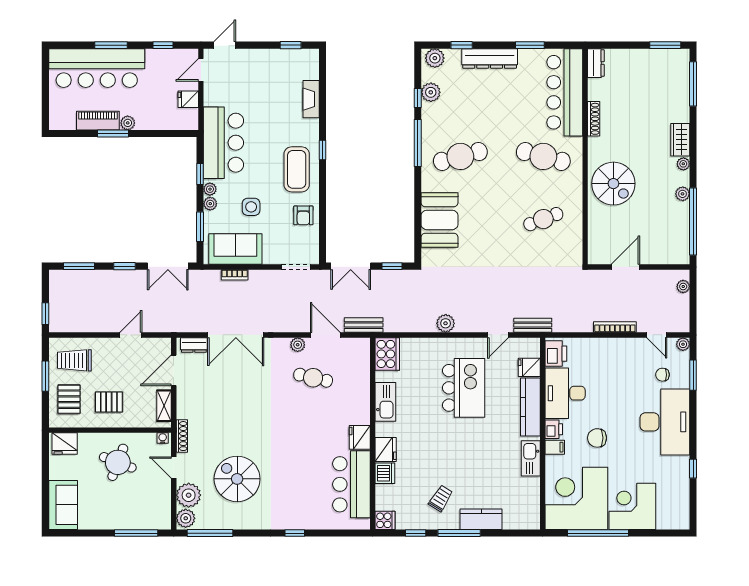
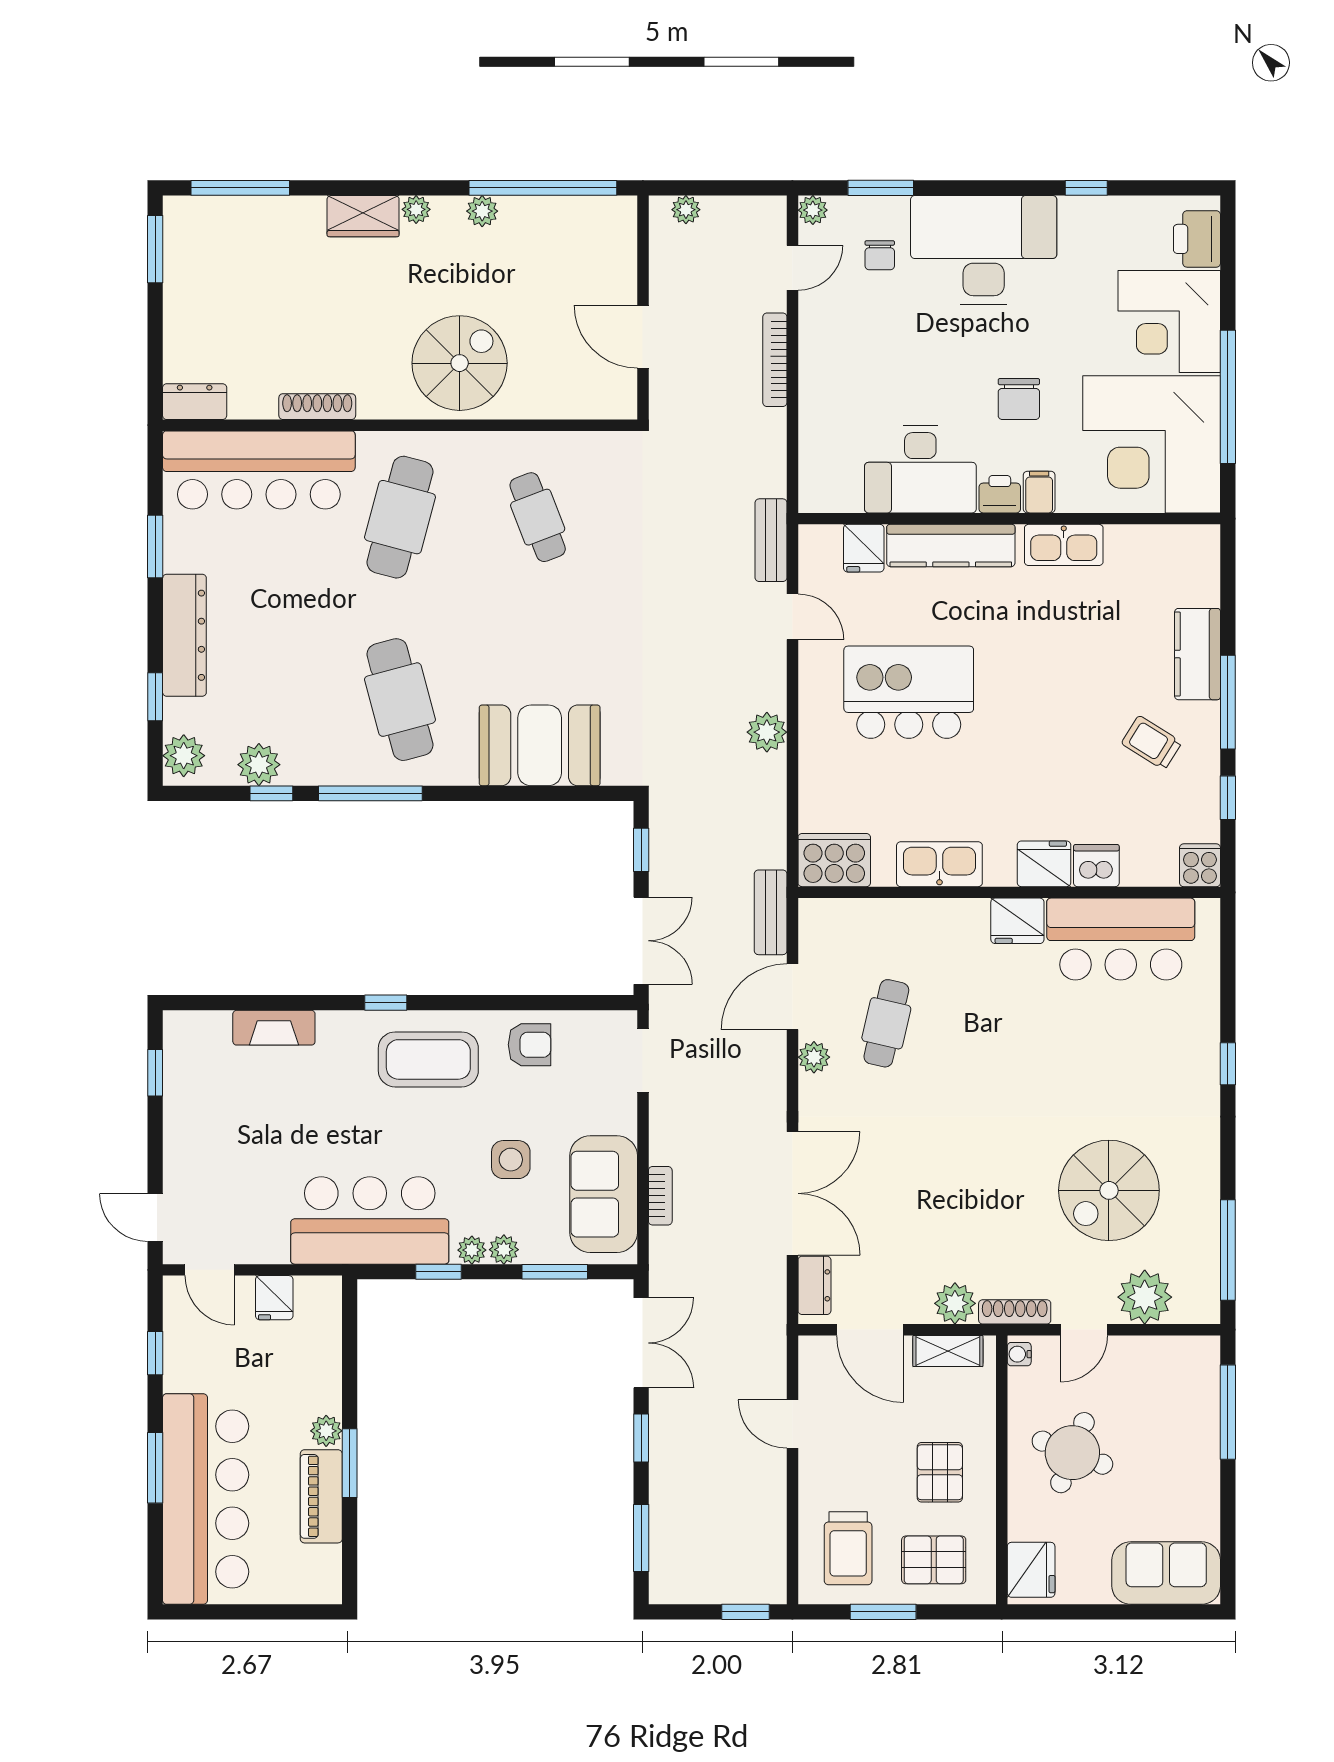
printer: (556, 354) -> (1197, 239), moved, turned -90
plant: (186, 518) -> (955, 1303), moved

